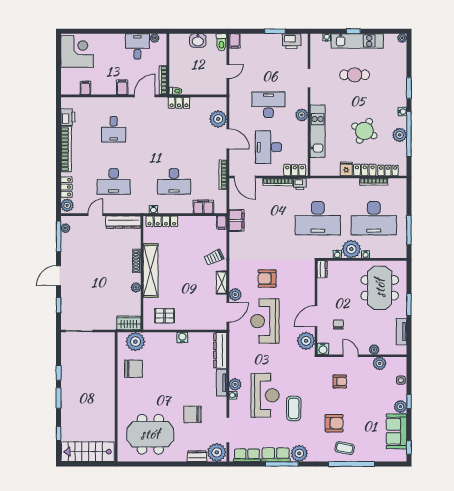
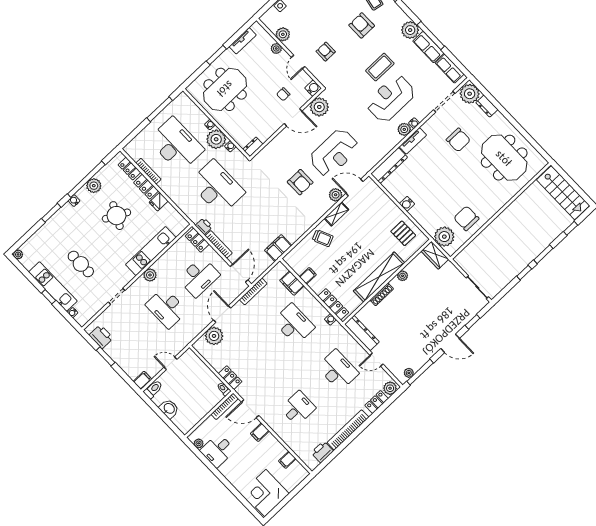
filing cabinet: (222, 223) -> (308, 276), moved

